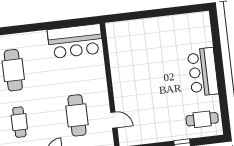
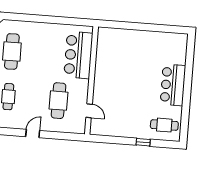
bar counter: (75, 41) -> (78, 55), moved, turned 90

